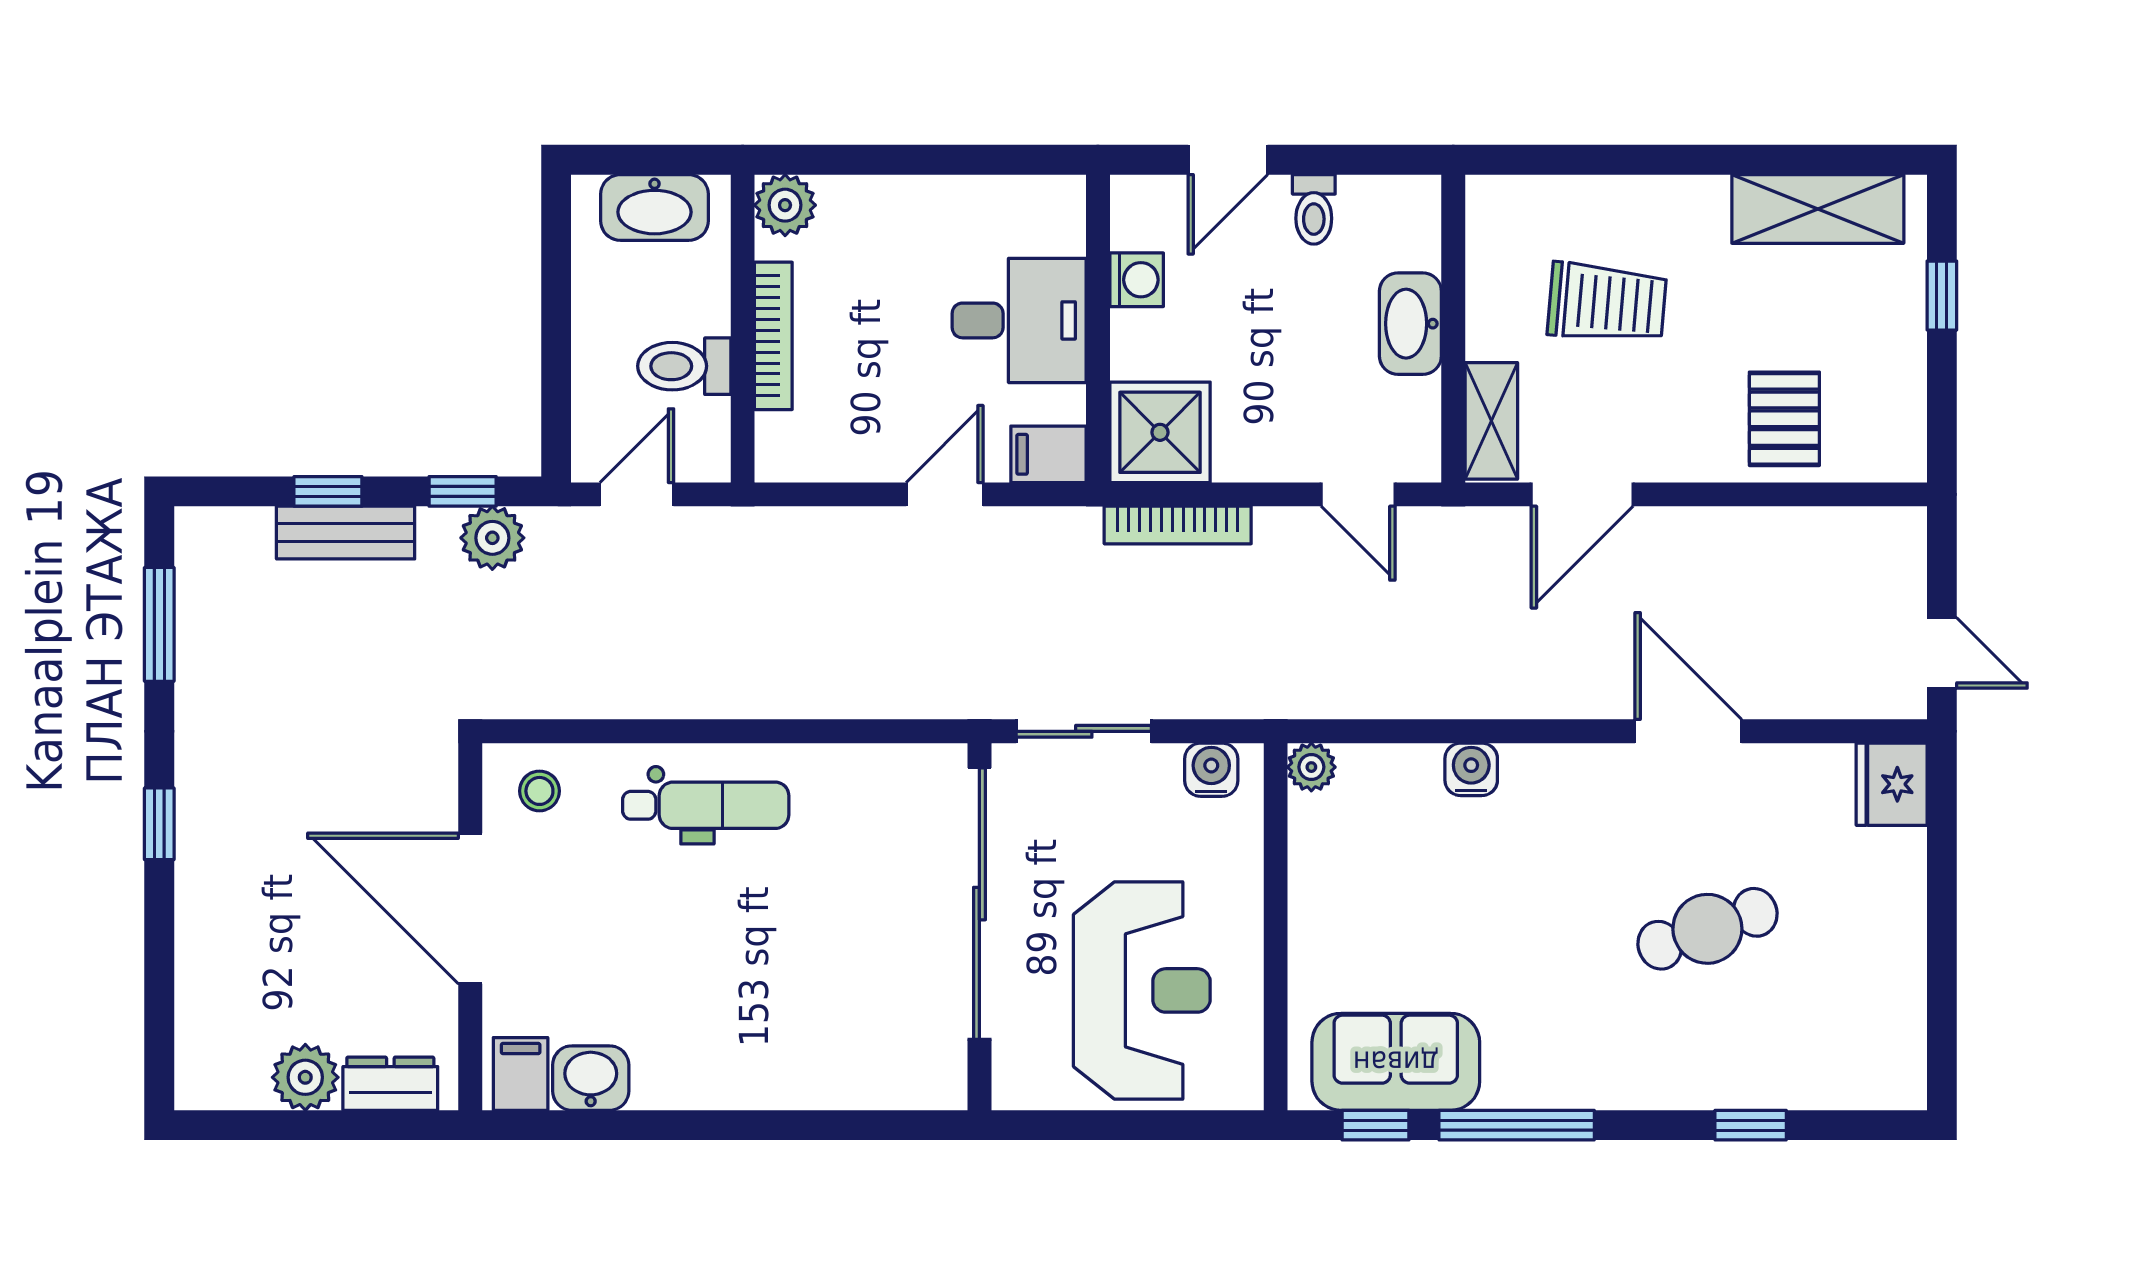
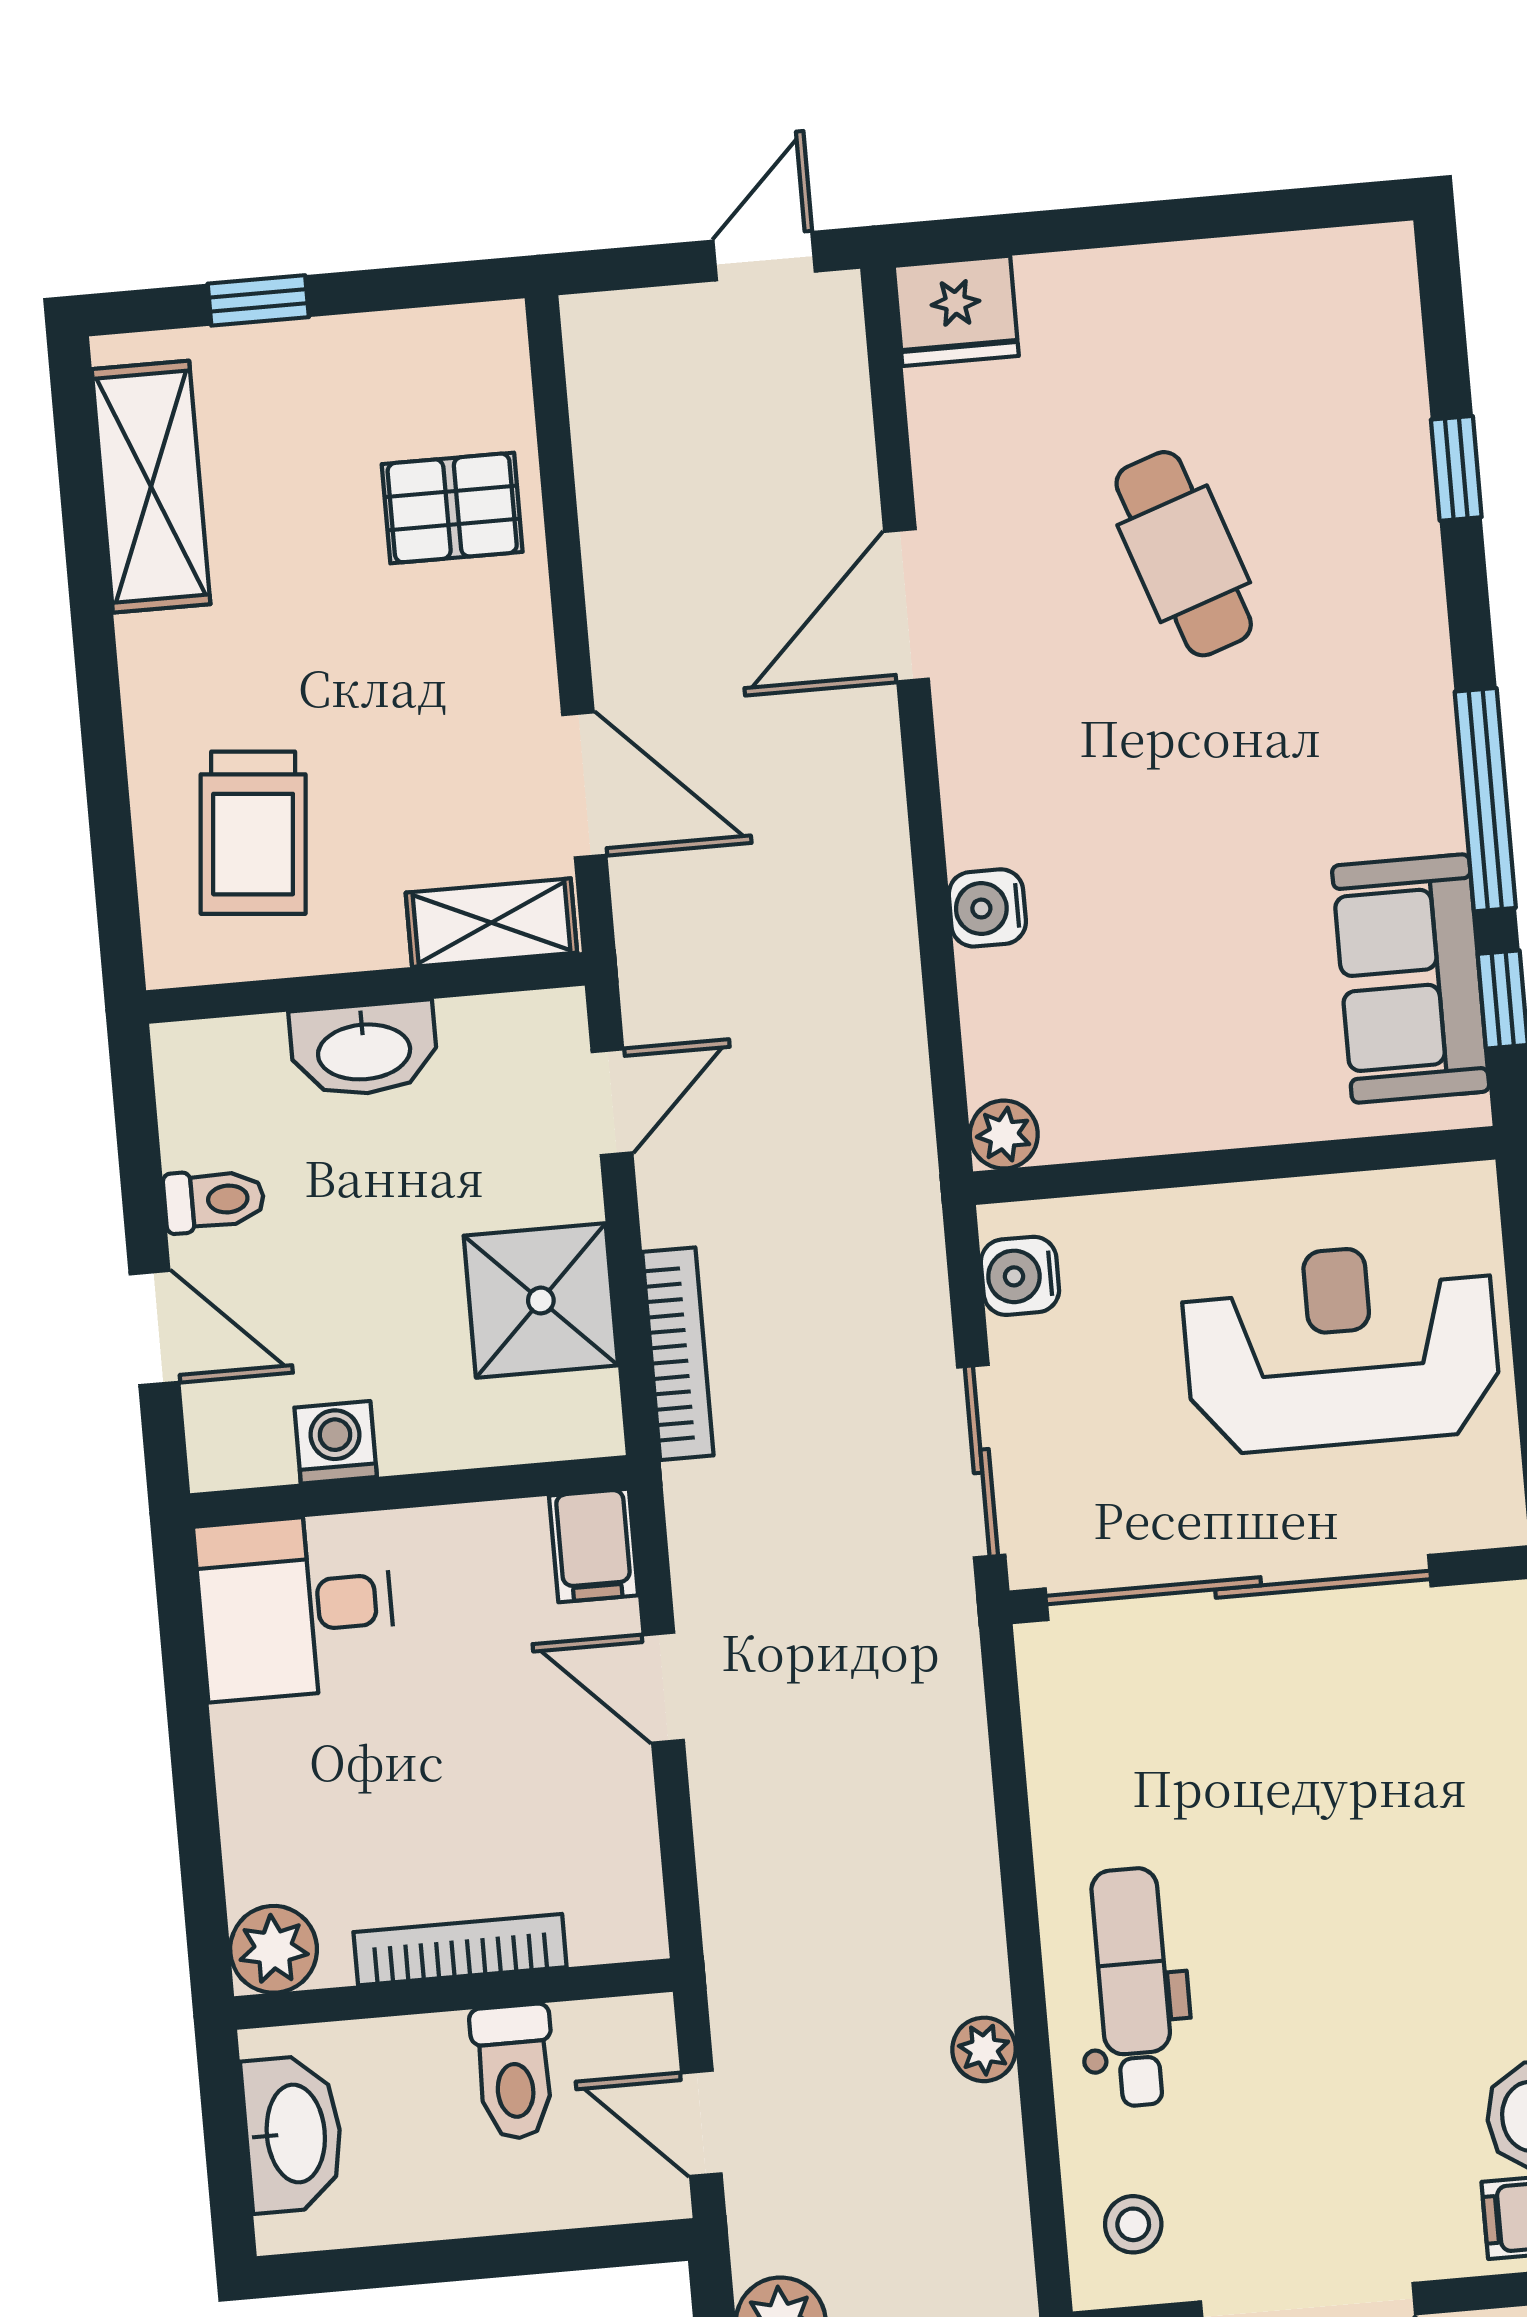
trolley: (1607, 303) -> (253, 833), moved, turned 180
desk: (1019, 320) -> (295, 1606), moved, turned -90
shower: (1160, 432) -> (541, 1301), moved
plant: (671, 697) -> (984, 2049), added

